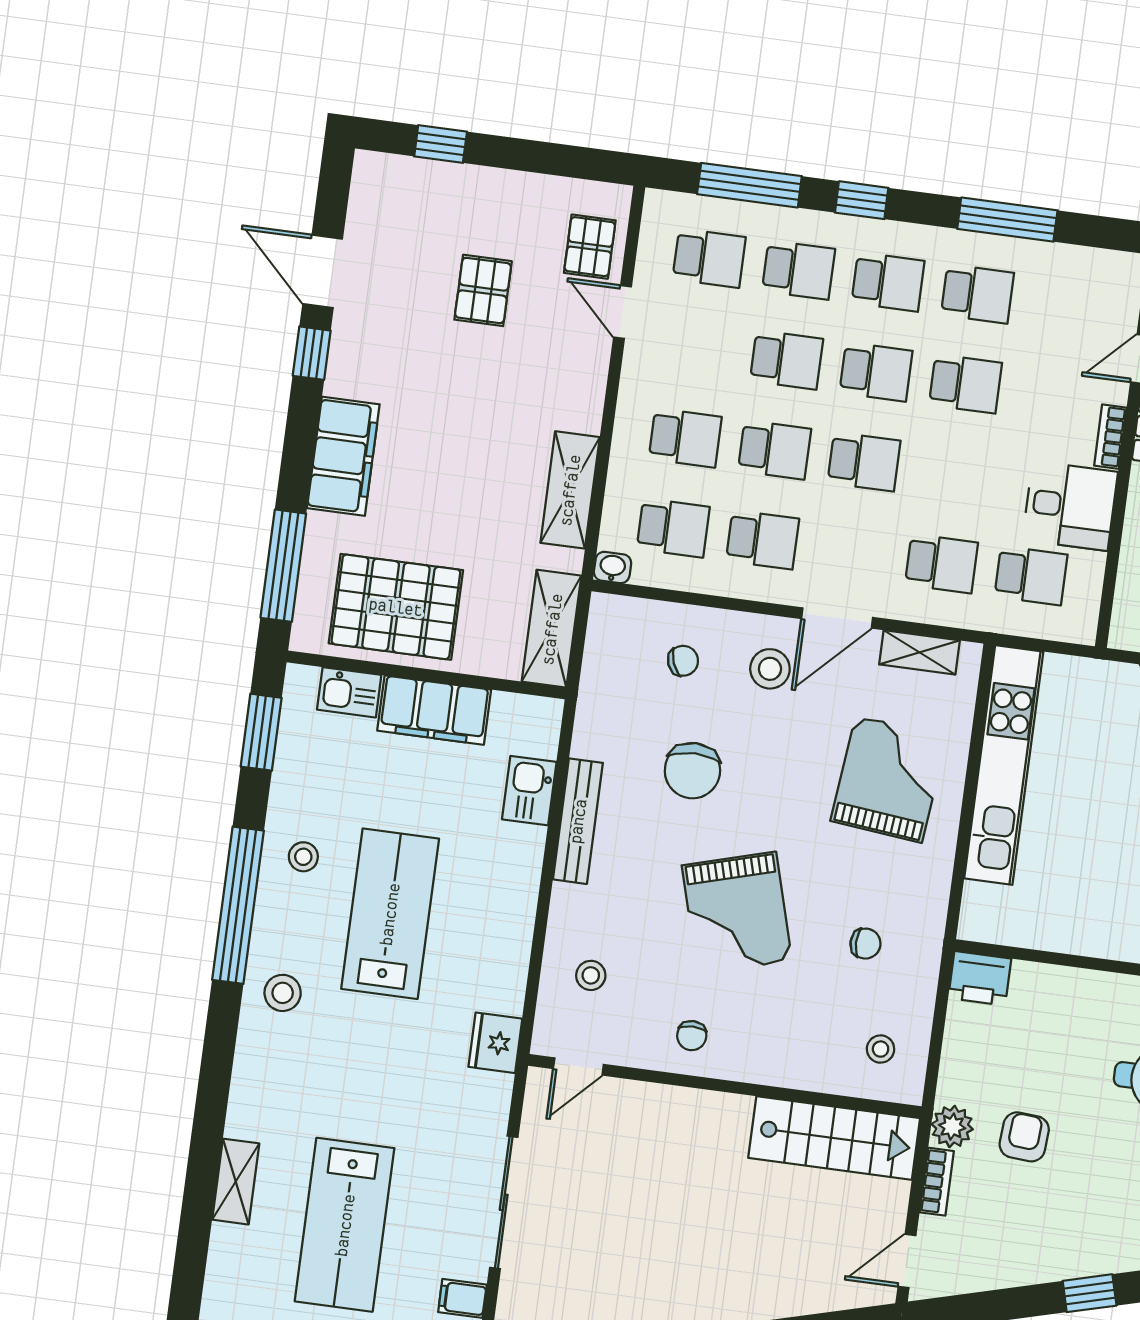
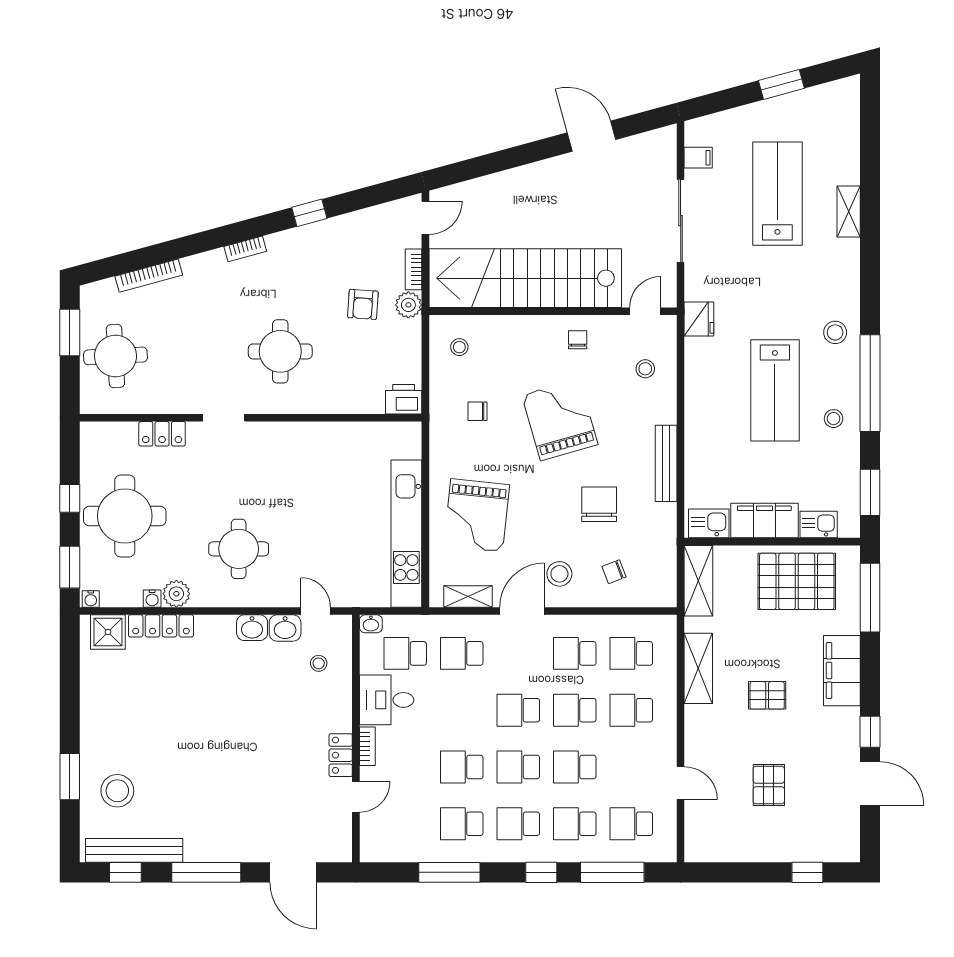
pallet: (590, 247) -> (767, 695), moved, turned 90
washbasin: (613, 567) -> (371, 624), moved
kitchen sink: (529, 791) -> (709, 523), moved, turned -90
stairs: (834, 1138) -> (525, 278), width x1.86, depth x1.51

